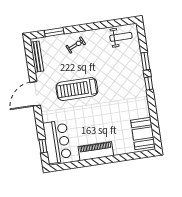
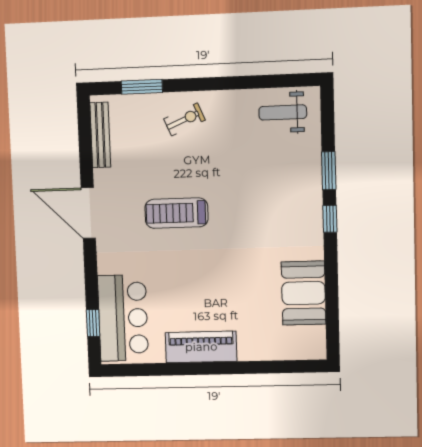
weight bench: (121, 37) -> (283, 112), turned 180
treadmill: (77, 89) -> (176, 213), width x0.73, depth x0.73
door: (35, 94) -> (88, 213), hinge flipped
booth: (143, 134) -> (304, 293), moved

